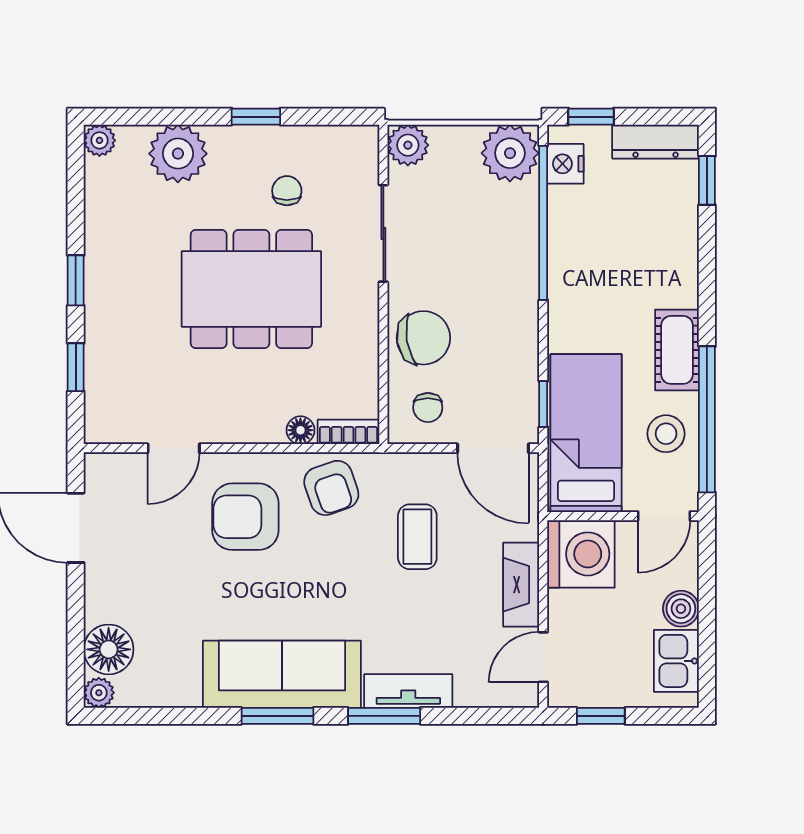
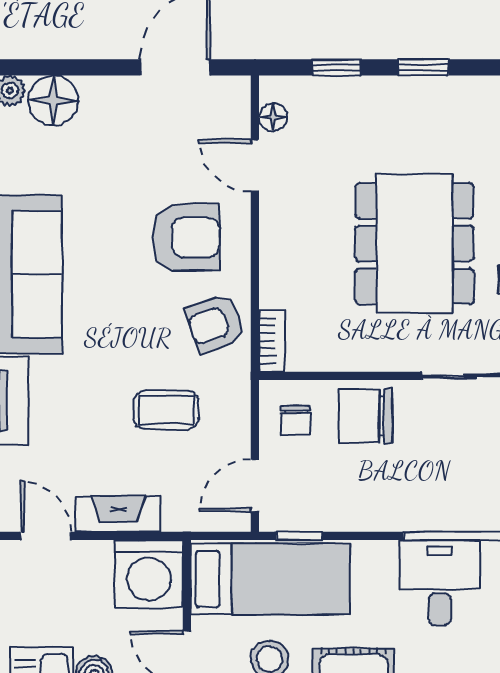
desk: (590, 264) -> (440, 583), added
chair: (423, 338) -> (366, 416), turned 99
chair: (428, 408) -> (296, 420), turned -90
floor lamp: (300, 430) -> (273, 117), moved
door: (493, 448) -> (255, 486), width x0.73
armchair: (245, 517) -> (186, 237), turned 90

